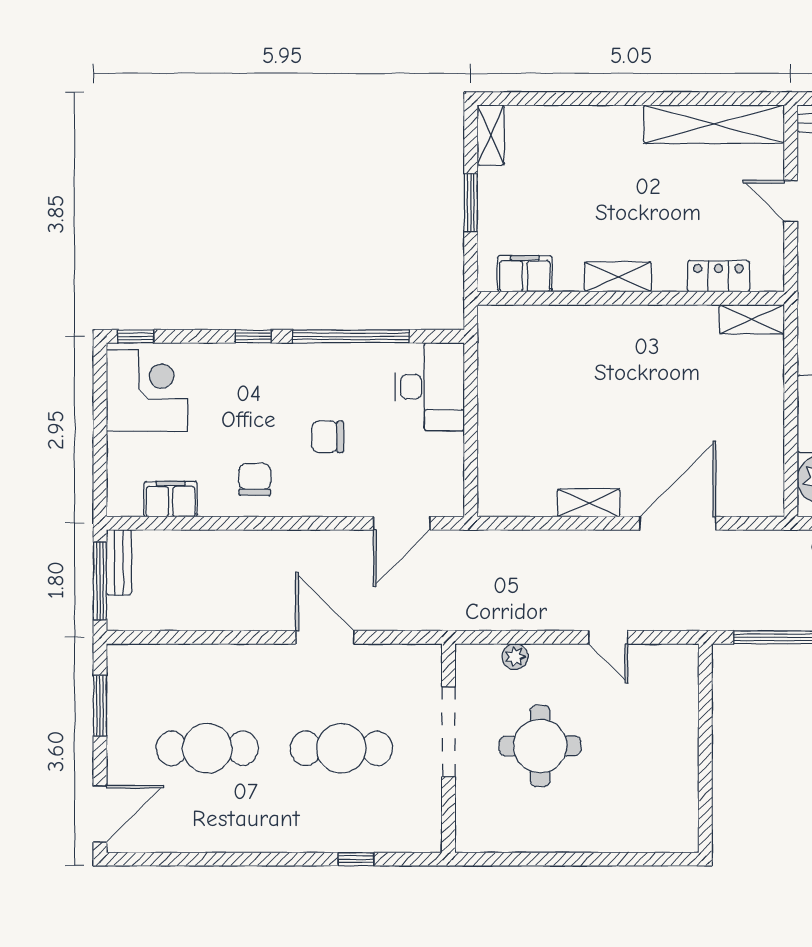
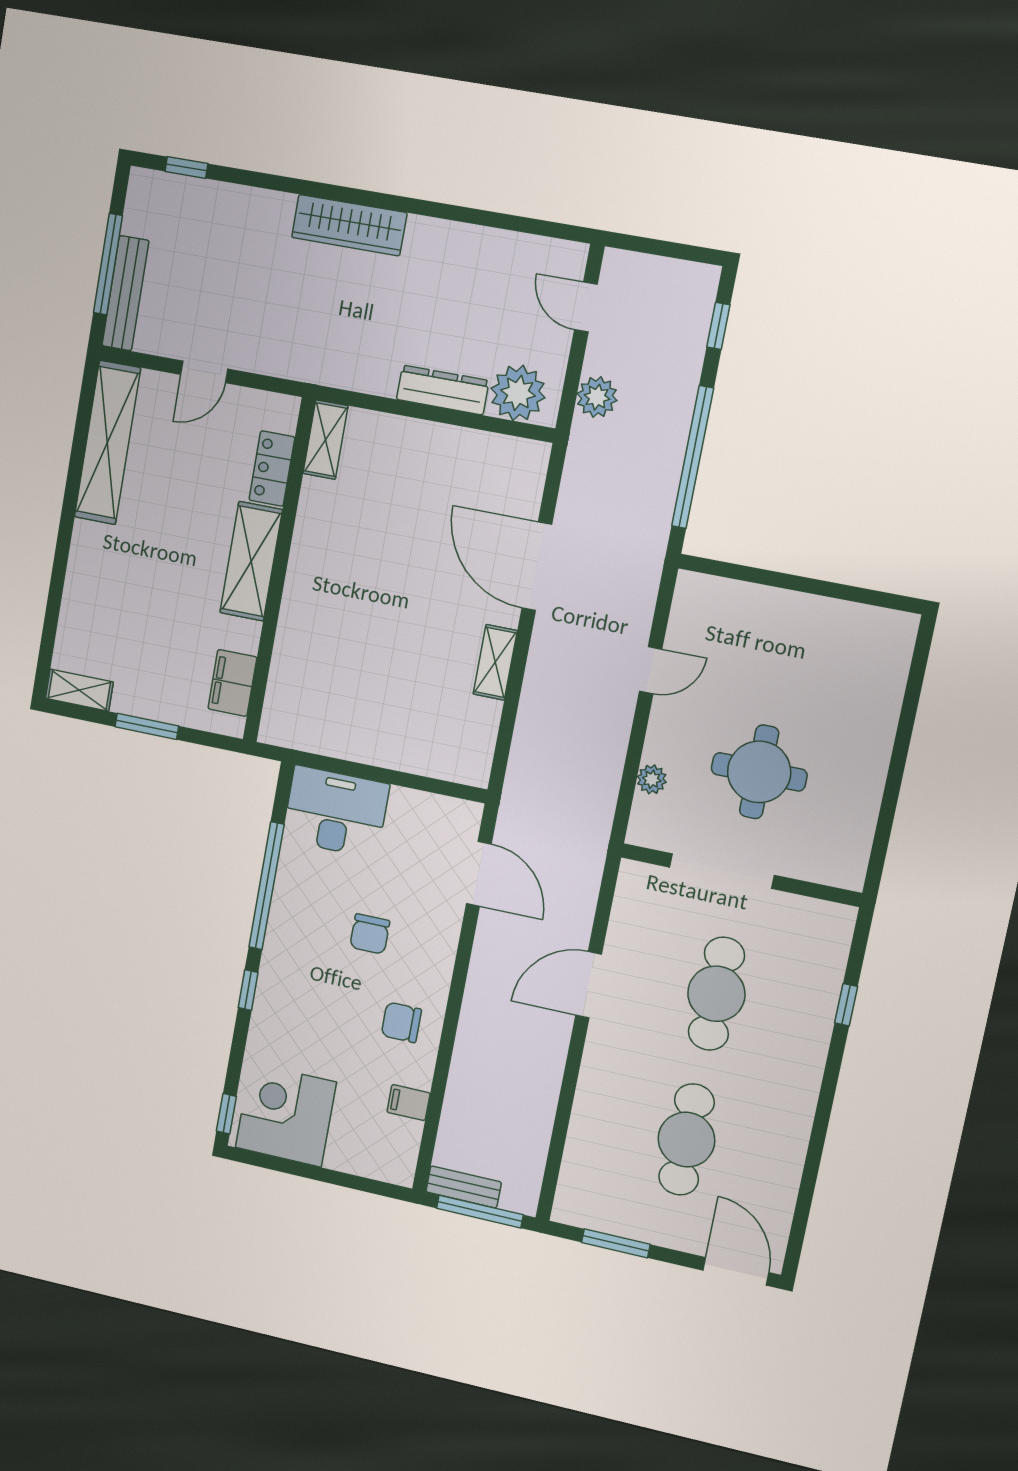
shelving: (618, 277) -> (251, 561), width x1.50, depth x1.33
filing cabinet: (171, 499) -> (409, 1103), width x0.50

